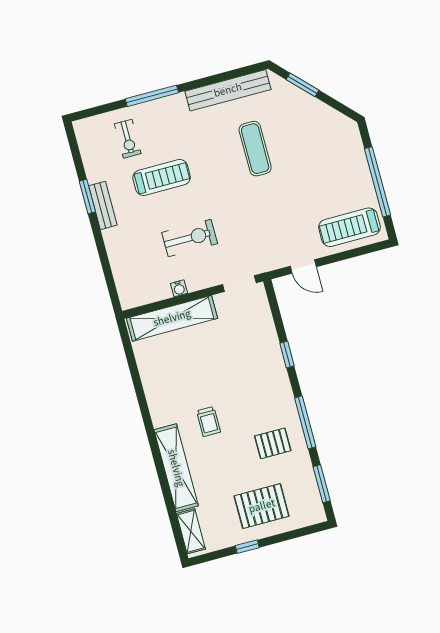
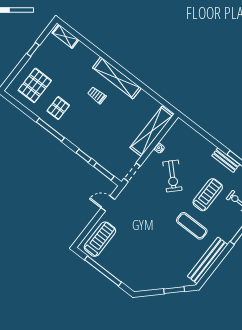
exercise mat: (255, 149) -> (192, 226), moved
treadmill: (162, 178) -> (208, 195), turned 180
exercise bike: (190, 238) -> (172, 176), turned -45
shelving: (176, 468) -> (117, 78), moved
window: (322, 484) -> (104, 171), moved
pallet: (262, 506) -> (35, 85), moved

